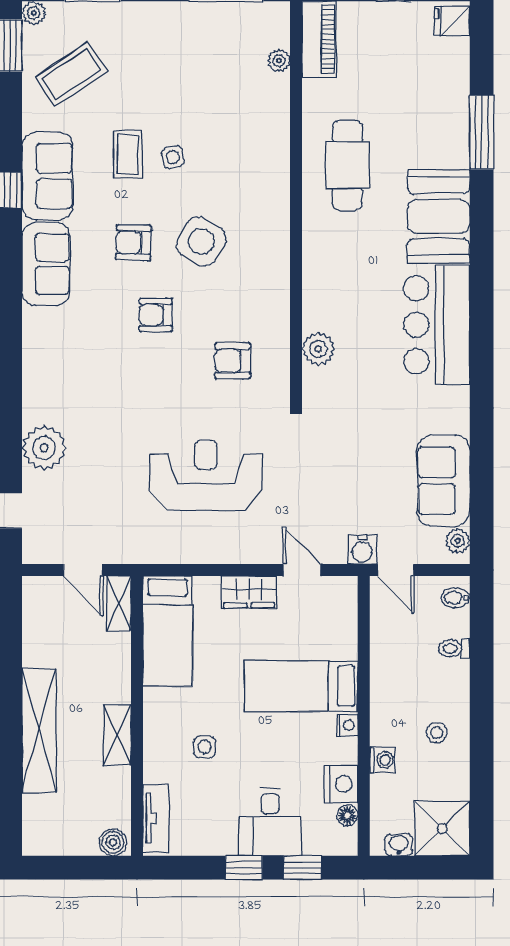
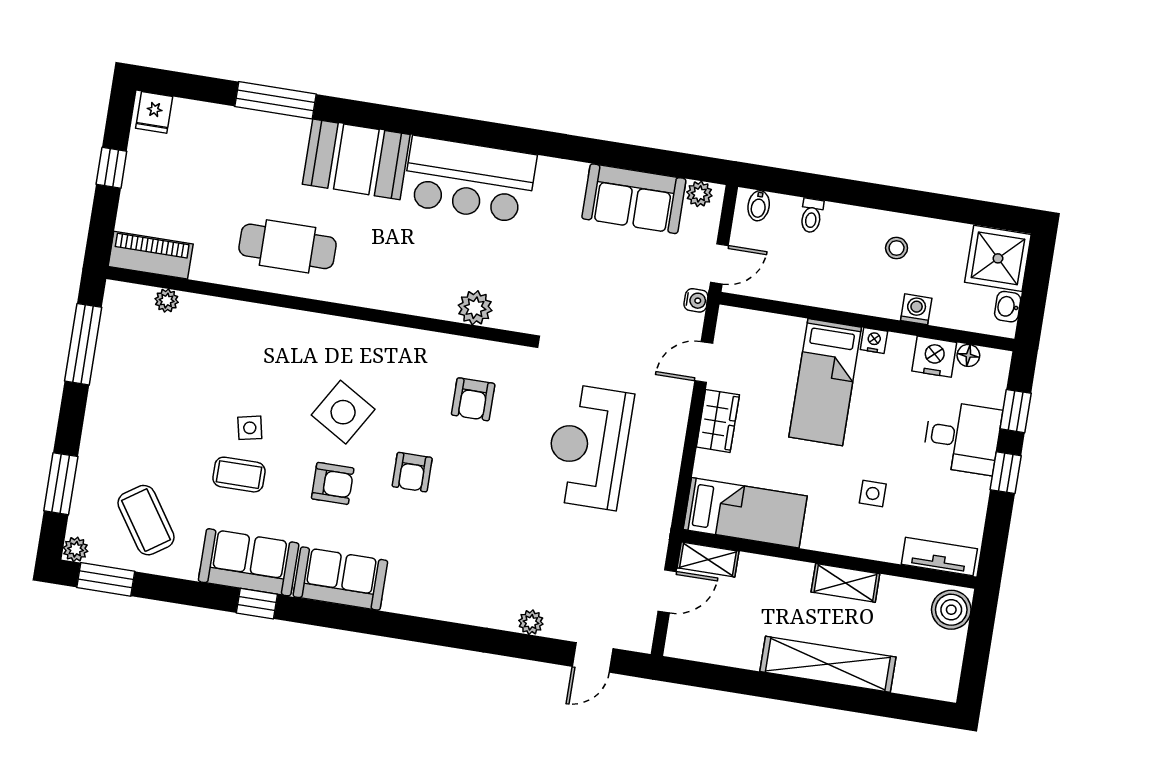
armchair: (133, 243) -> (333, 483), turned -92
plant: (44, 448) -> (531, 622), width x0.53, depth x0.53
water cooler: (362, 550) -> (696, 300), width x0.72, depth x0.72
boiler: (113, 842) -> (951, 610), width x1.36, depth x1.36

